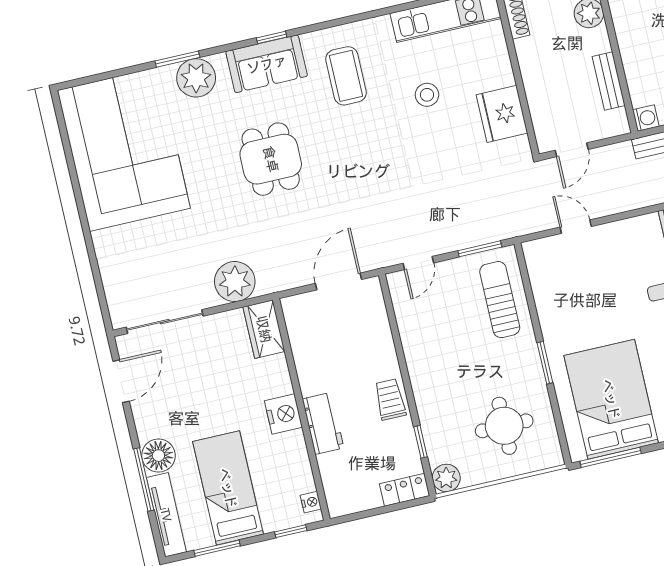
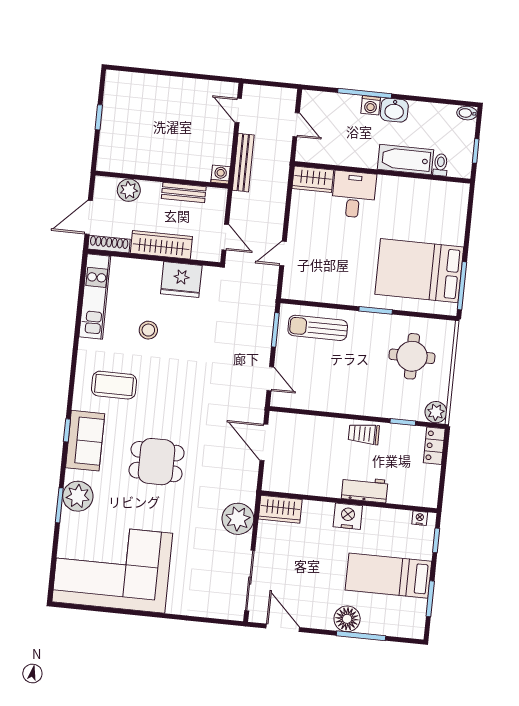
wardrobe: (536, 75) -> (161, 245), added
tv unit: (166, 515) -> (393, 628), removed

